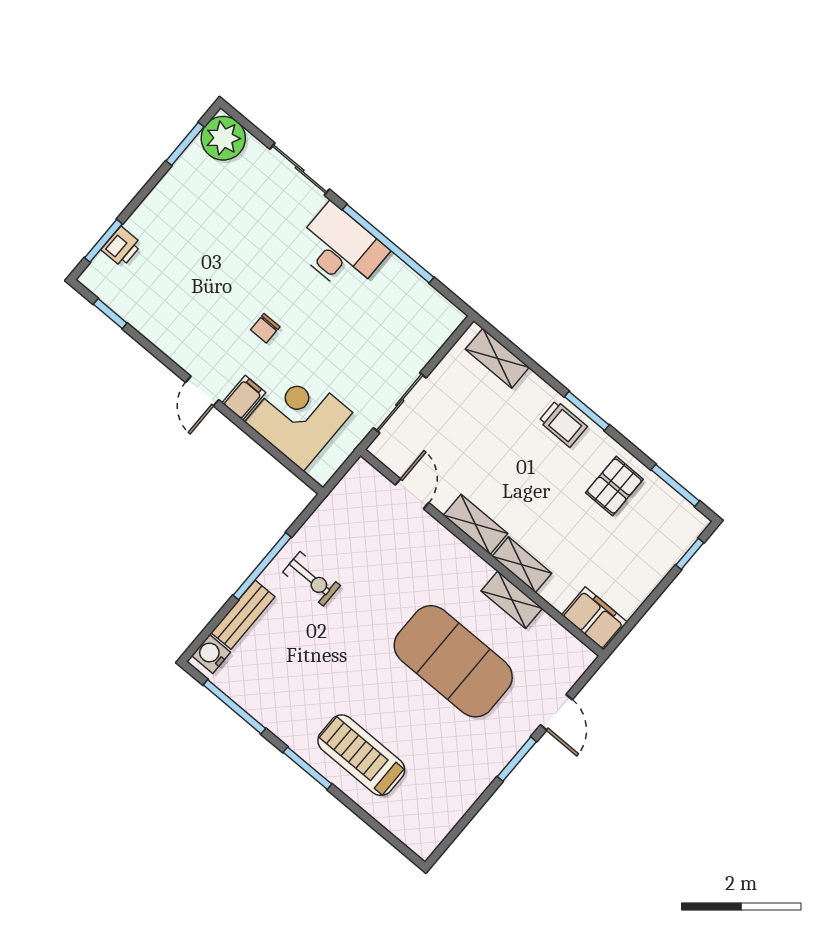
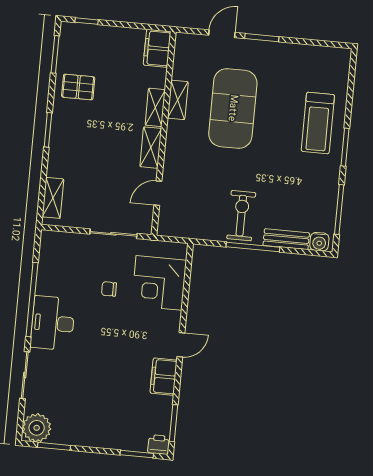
printer: (122, 247) -> (159, 444), moved
window: (110, 314) -> (173, 423), width x1.50
chair: (265, 328) -> (109, 289), moved, turned 180
filing cabinet: (244, 398) -> (164, 377), moved, width x2.00
trolley: (563, 424) -> (64, 138), removed
exercise bike: (312, 579) -> (241, 216), width x1.38, depth x1.39

